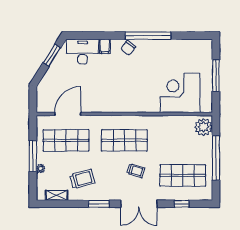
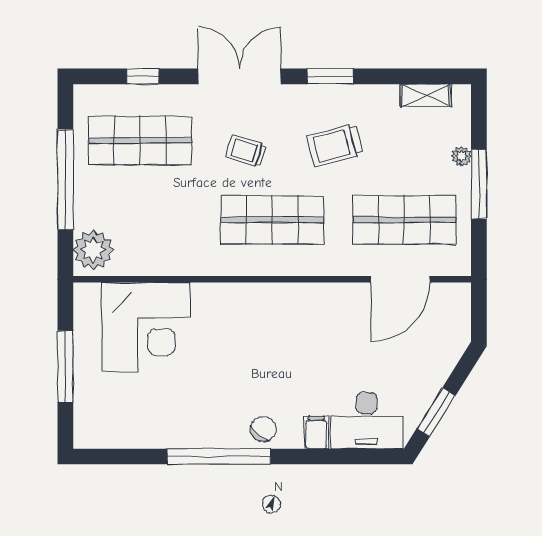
trolley: (82, 179) -> (335, 145), moved

